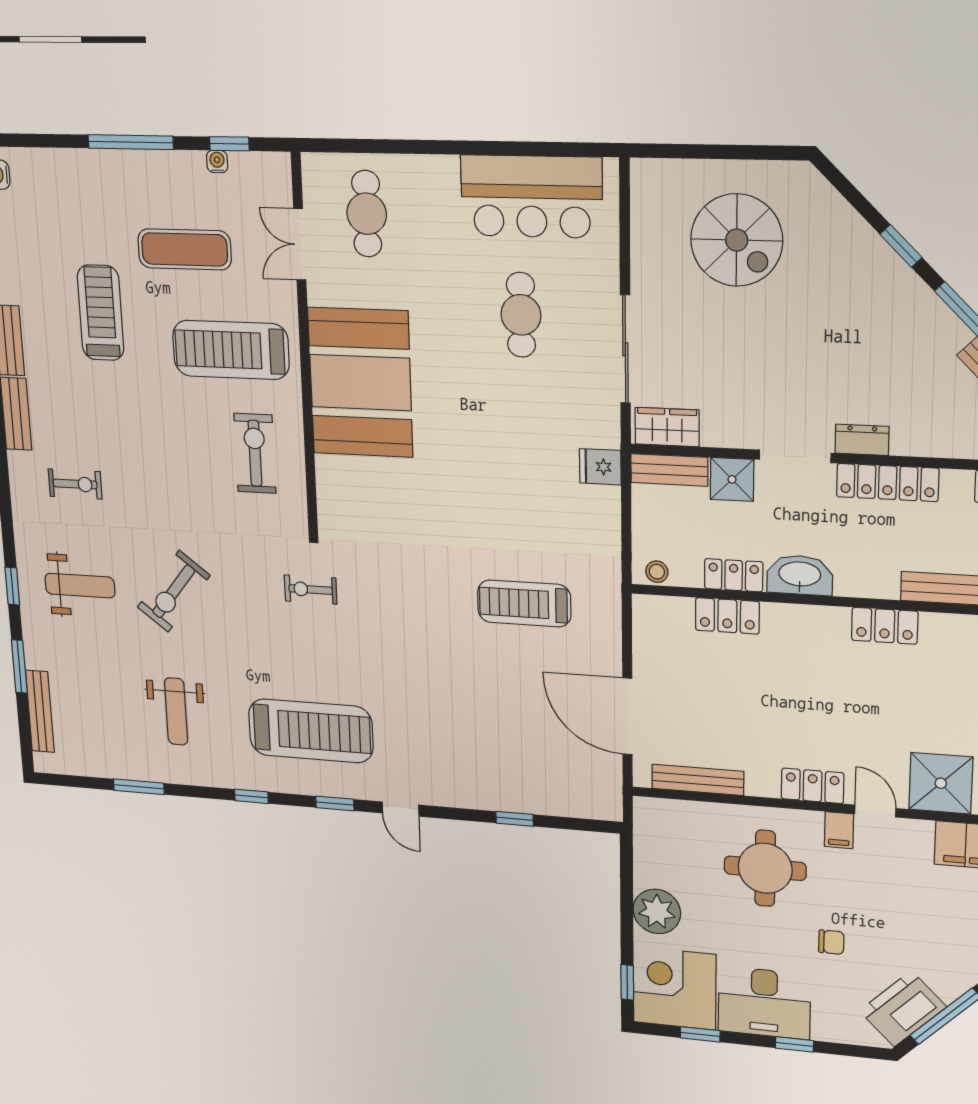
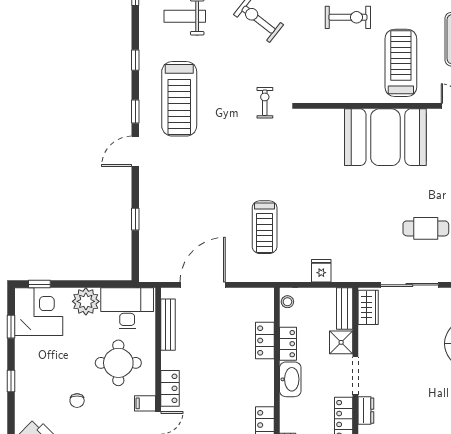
exercise bike: (255, 453) -> (348, 17), moved
fridge: (600, 467) -> (321, 271), moved
treadmill: (524, 603) -> (265, 227), turned 180
door: (401, 809) -> (135, 151), width x1.38
desk: (764, 1003) -> (127, 308), moved, turned 90

